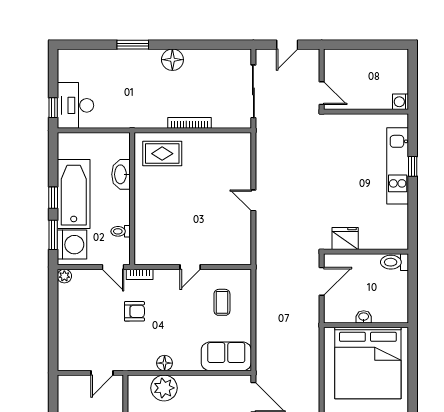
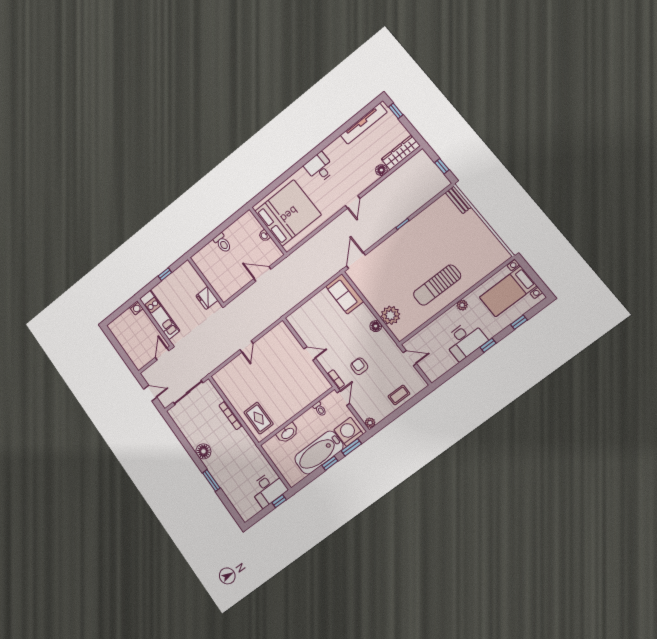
kitchen unit: (398, 166) -> (160, 315), moved, turned -90
fridge: (345, 238) -> (207, 298), moved
wall: (366, 252) -> (206, 281), moved
coffee table: (222, 302) -> (399, 395), moved

